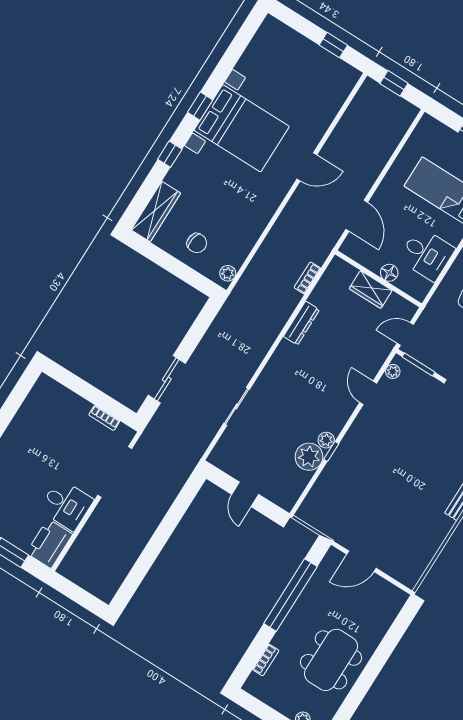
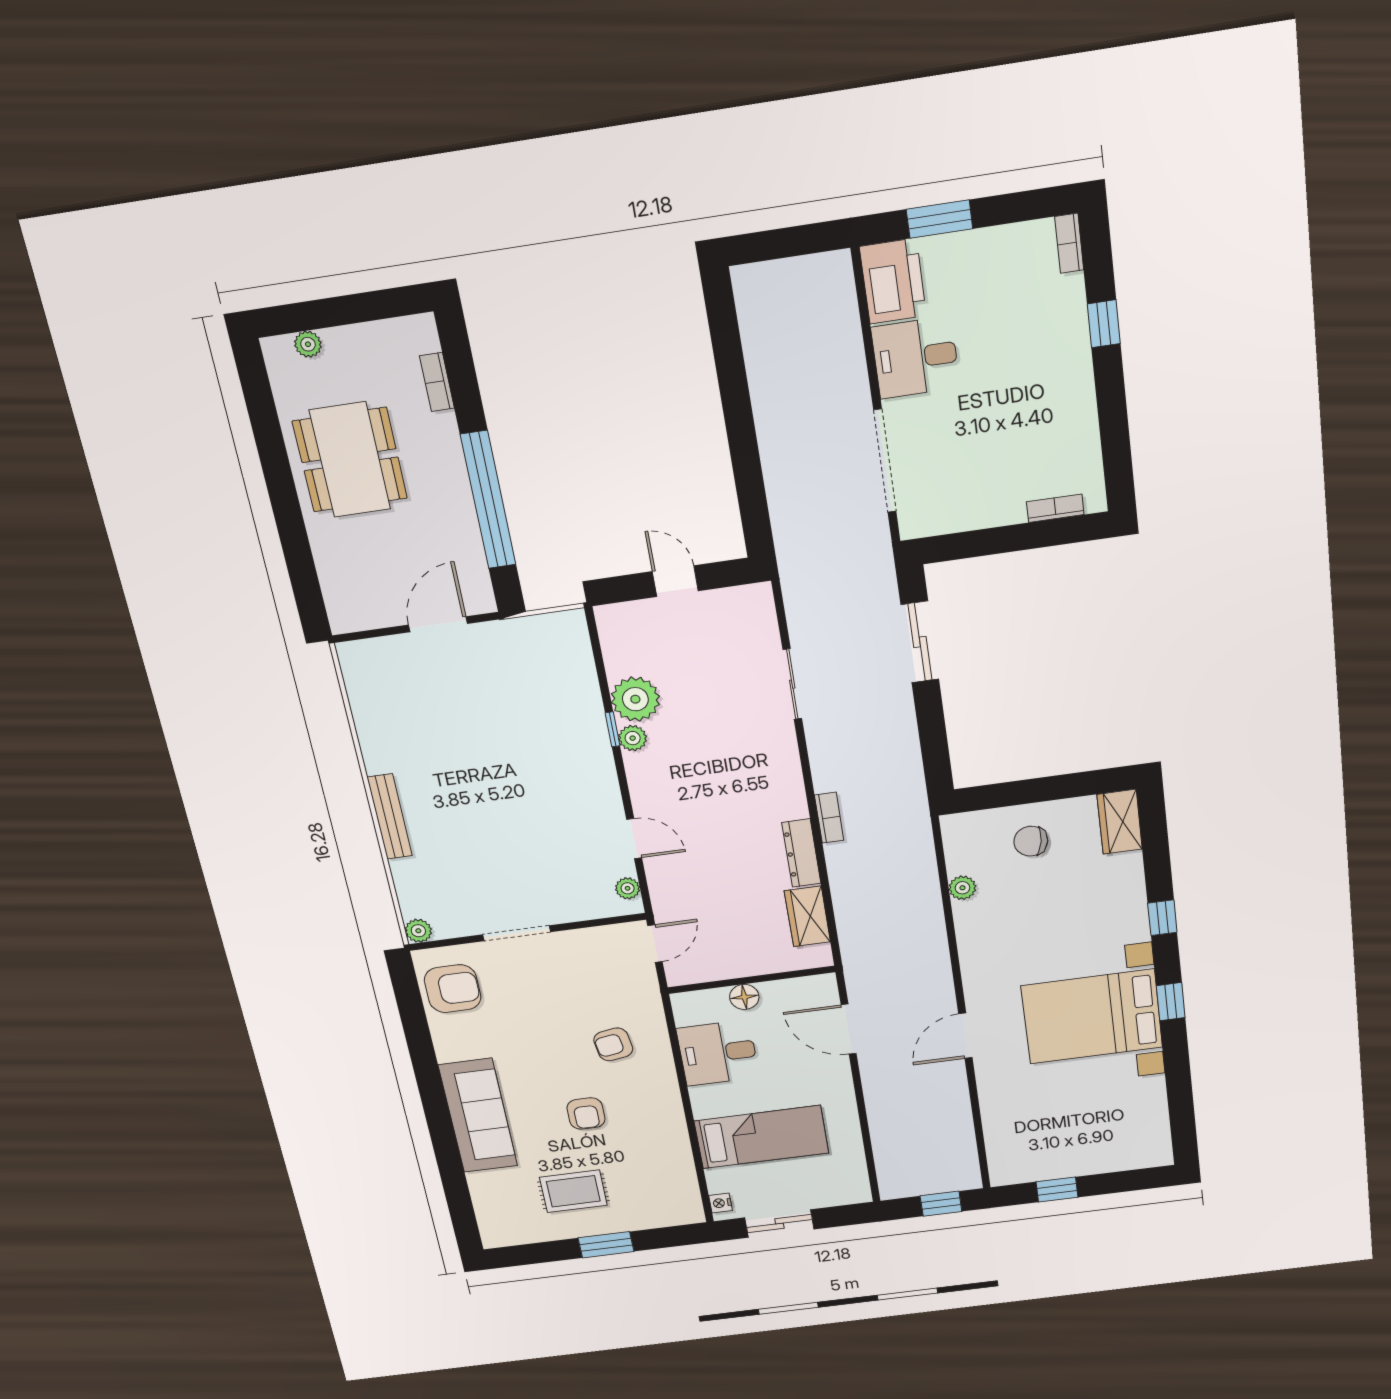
wardrobe: (156, 212) -> (1120, 822), width x0.67
plant: (228, 273) -> (962, 888), moved
bookcase: (307, 278) -> (829, 818), moved
wardrobe: (371, 289) -> (807, 916), moved, turned -90
window: (418, 365) -> (603, 922), removed
bookcase: (104, 418) -> (1055, 508), moved

